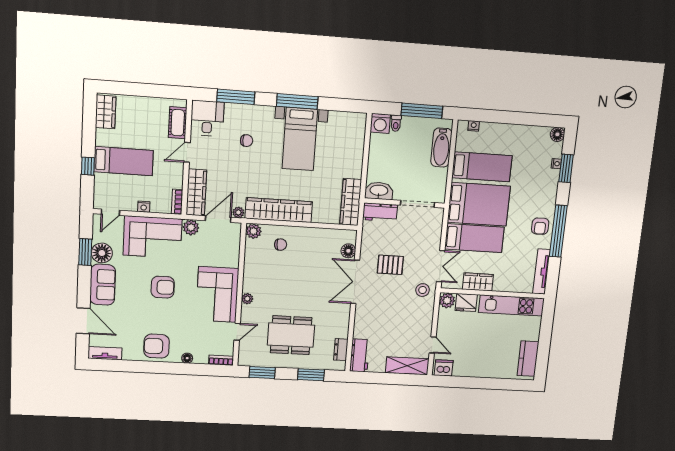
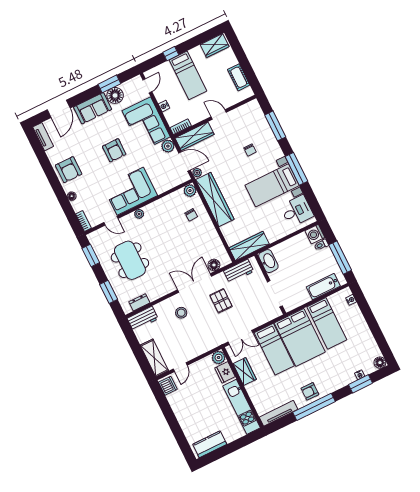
desk: (207, 118) -> (297, 211), moved
cot: (178, 123) -> (239, 77), moved, turned 90
door: (110, 212) -> (147, 86), swing flipped
workbench: (380, 212) -> (239, 271), moved, turned -90
stool: (423, 290) -> (181, 313), moved
armchair: (156, 346) -> (69, 170), turned 180

